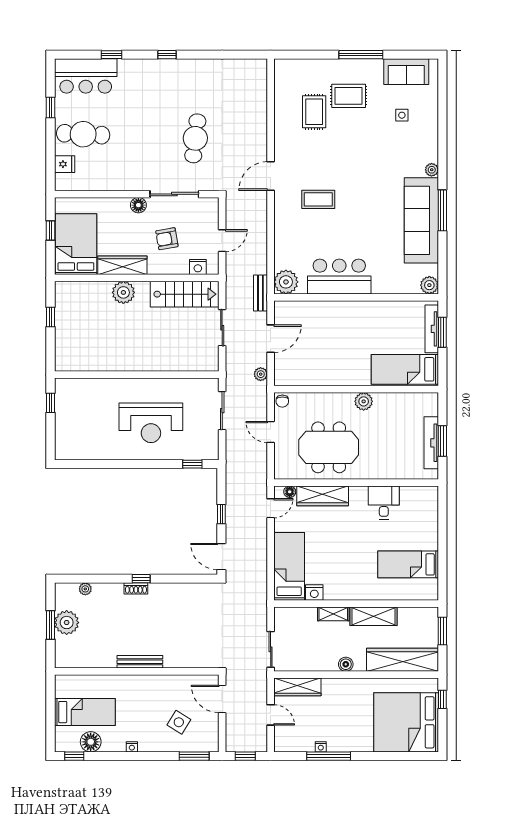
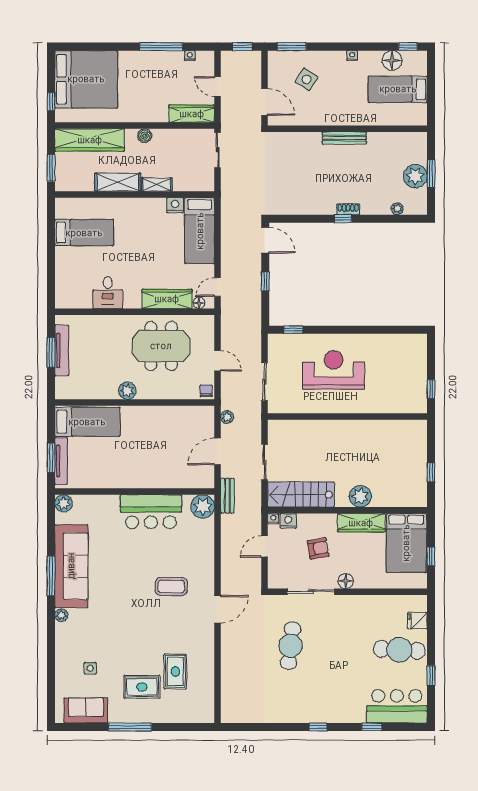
nightstand: (213, 269) -> (273, 519), added
nightstand: (321, 747) -> (190, 56), moved

